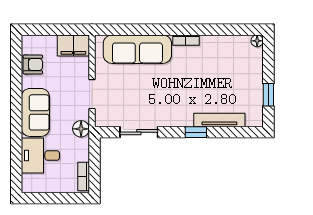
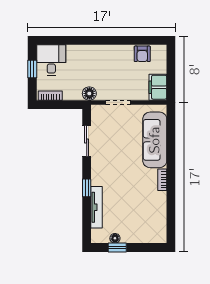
floor lamp: (257, 41) -> (115, 238), moved
sofa: (35, 112) -> (103, 56), removed
desk: (40, 156) -> (51, 60), moved
window: (51, 198) -> (32, 69), added

